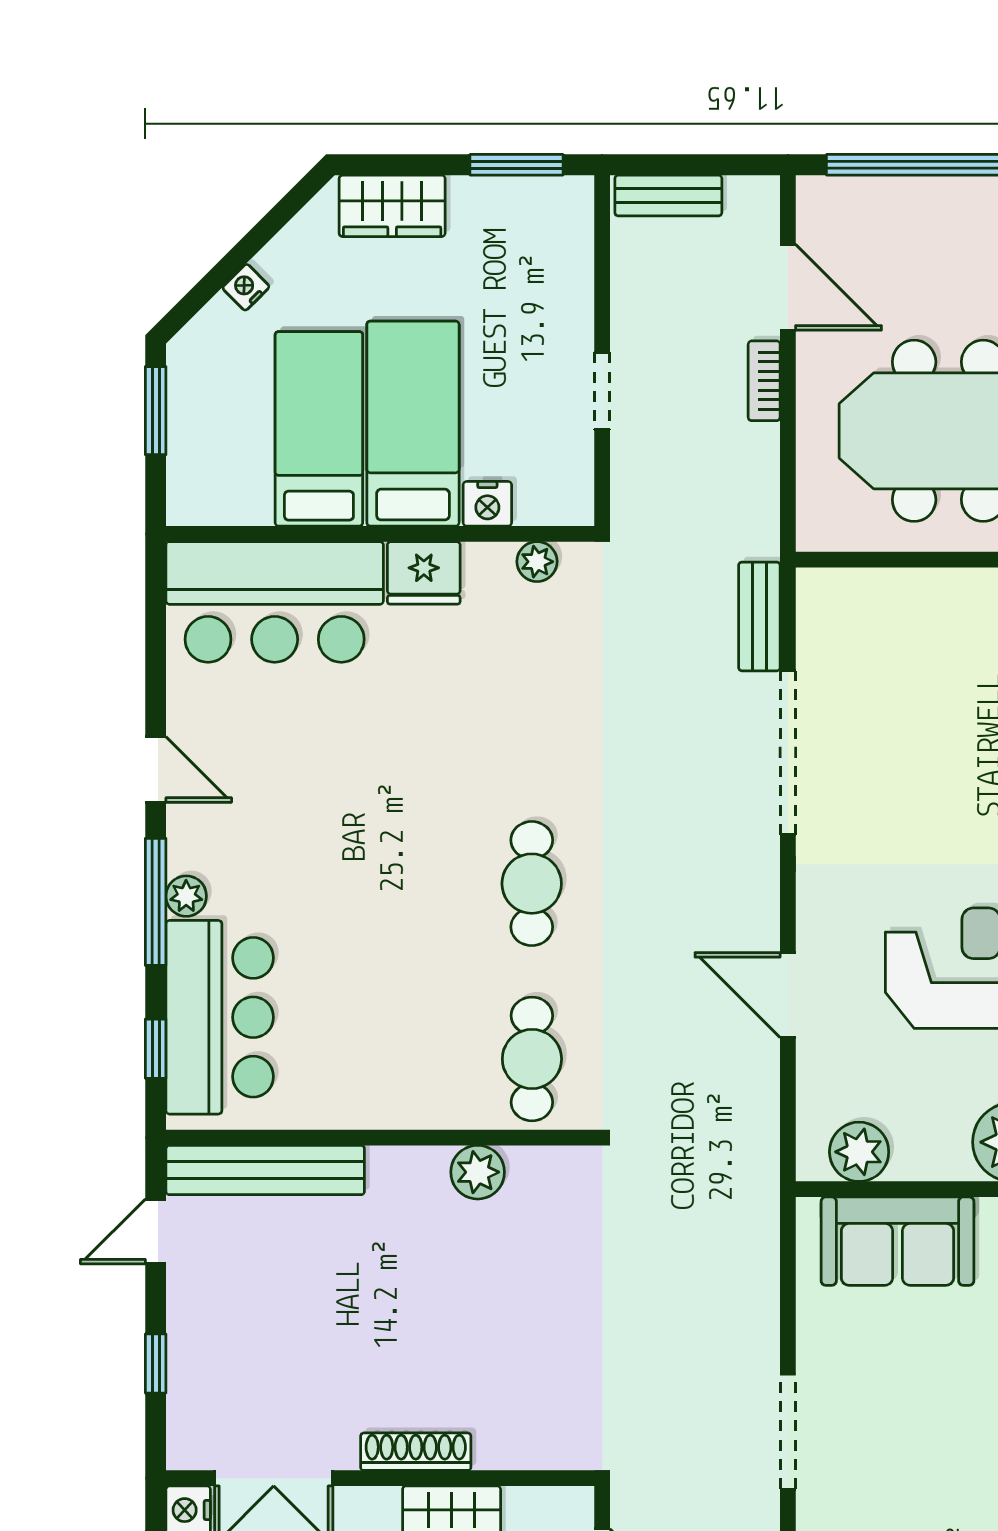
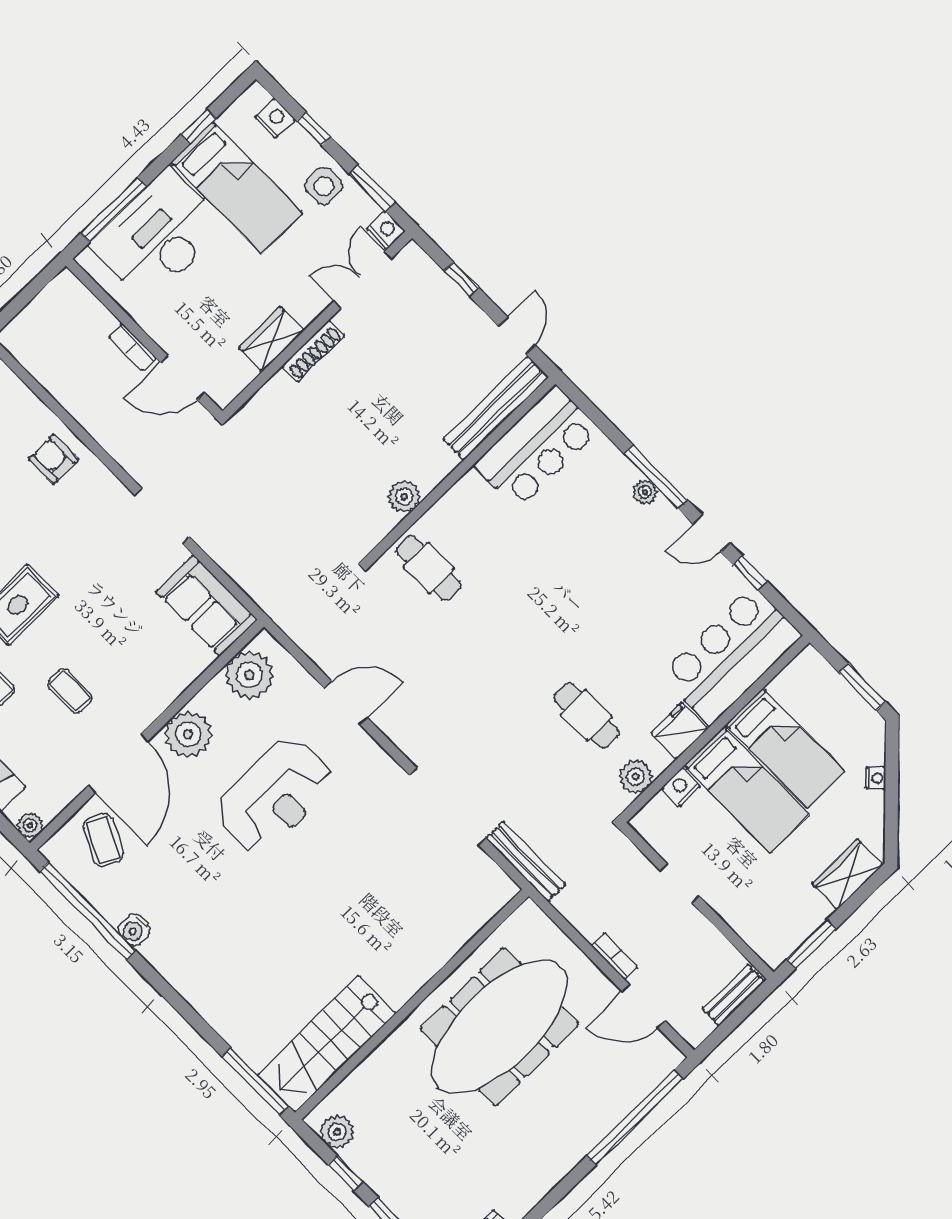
plant: (537, 562) -> (636, 777), width x1.38, depth x1.38
bench: (759, 616) -> (526, 861), width x1.36
cafe table: (532, 884) -> (586, 715), moved
bar counter: (220, 1017) -> (537, 447), moved, turned -90
window: (156, 1049) -> (750, 573), moved
plant: (859, 1152) -> (249, 675), width x1.36, depth x1.36
sofa: (897, 1241) -> (207, 606), moved, turned -90

